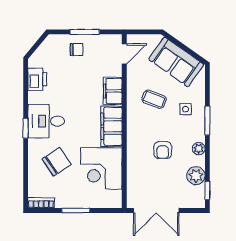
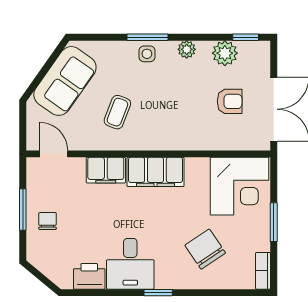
side table: (185, 109) -> (147, 54), moved
desk: (46, 121) -> (130, 264), moved
armchair: (163, 150) -> (230, 101), moved
corner desk: (101, 168) -> (239, 186), moved

